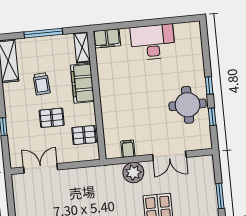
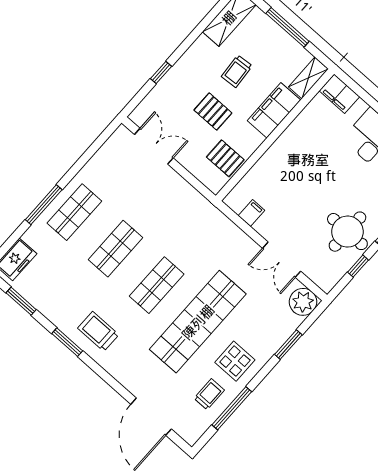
plant: (133, 173) -> (303, 302), moved

